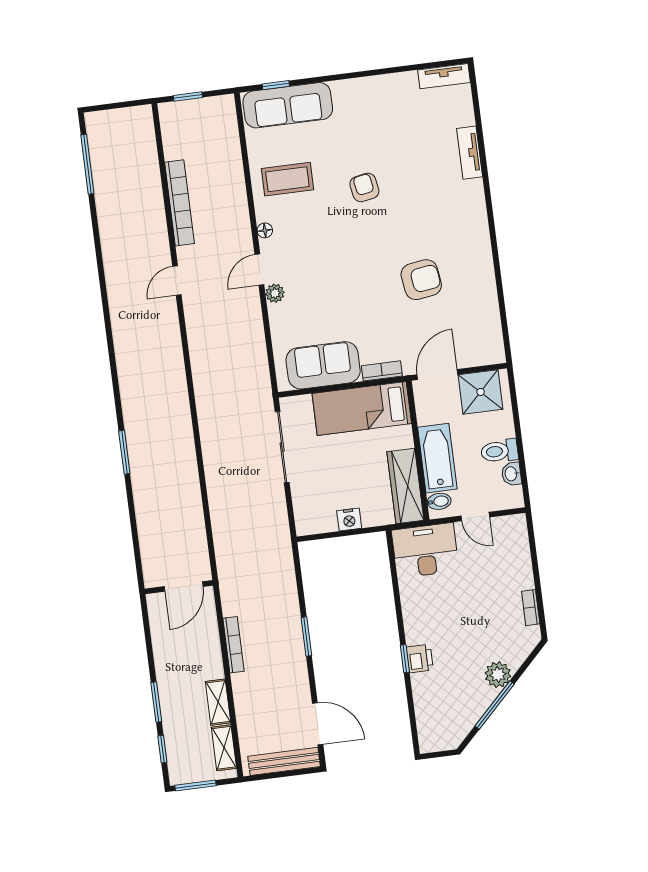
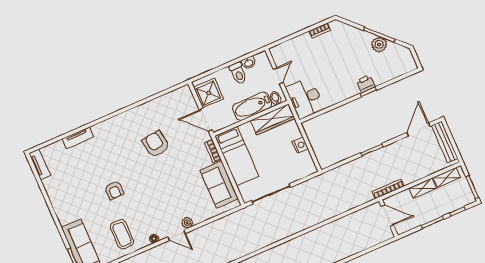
armchair: (364, 187) -> (114, 190), turned -81
wall: (179, 587) -> (388, 218), moved
door: (184, 587) -> (387, 216), moved
plant: (498, 675) -> (379, 45), moved

